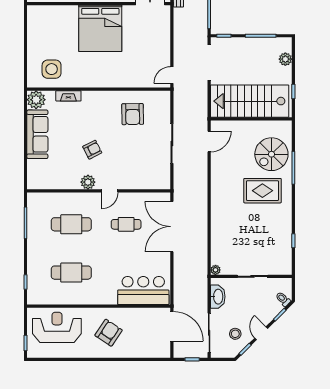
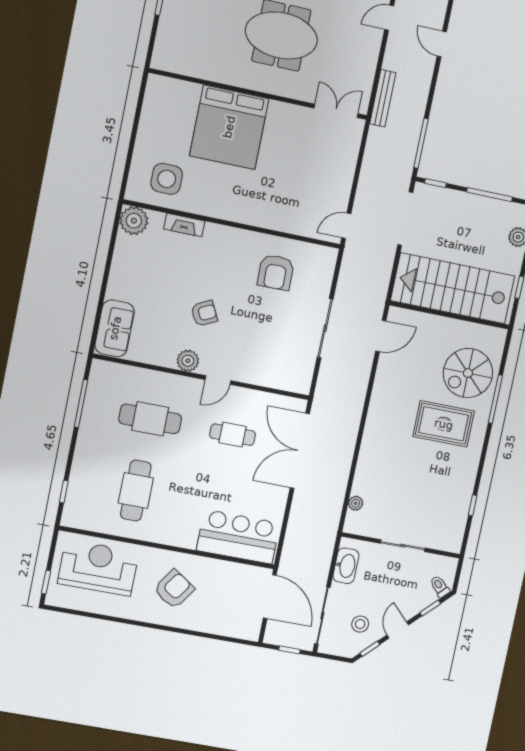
bed: (100, 28) -> (229, 127), moved
sofa: (37, 134) -> (115, 328), moved, width x0.73
plant: (215, 270) -> (356, 503), moved
cafe table: (71, 273) -> (136, 490), turned 90

